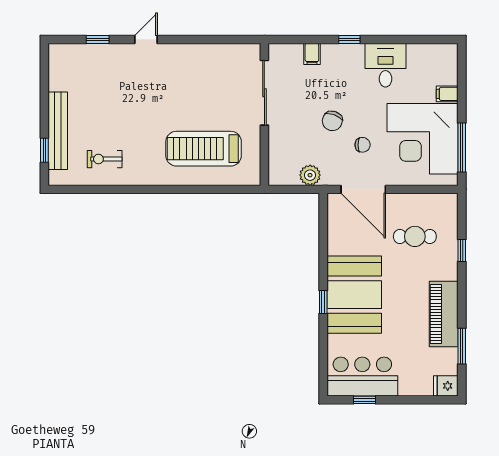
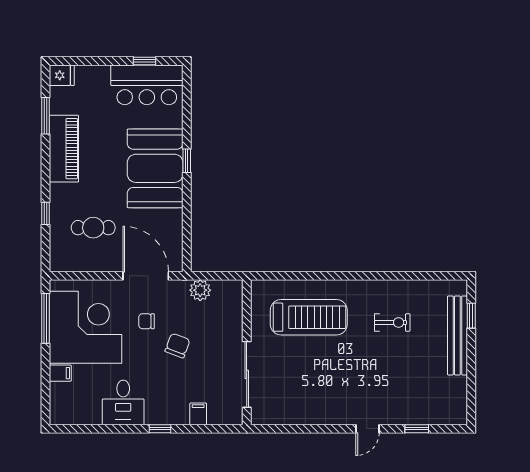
exercise bike: (105, 159) -> (392, 322), moved

